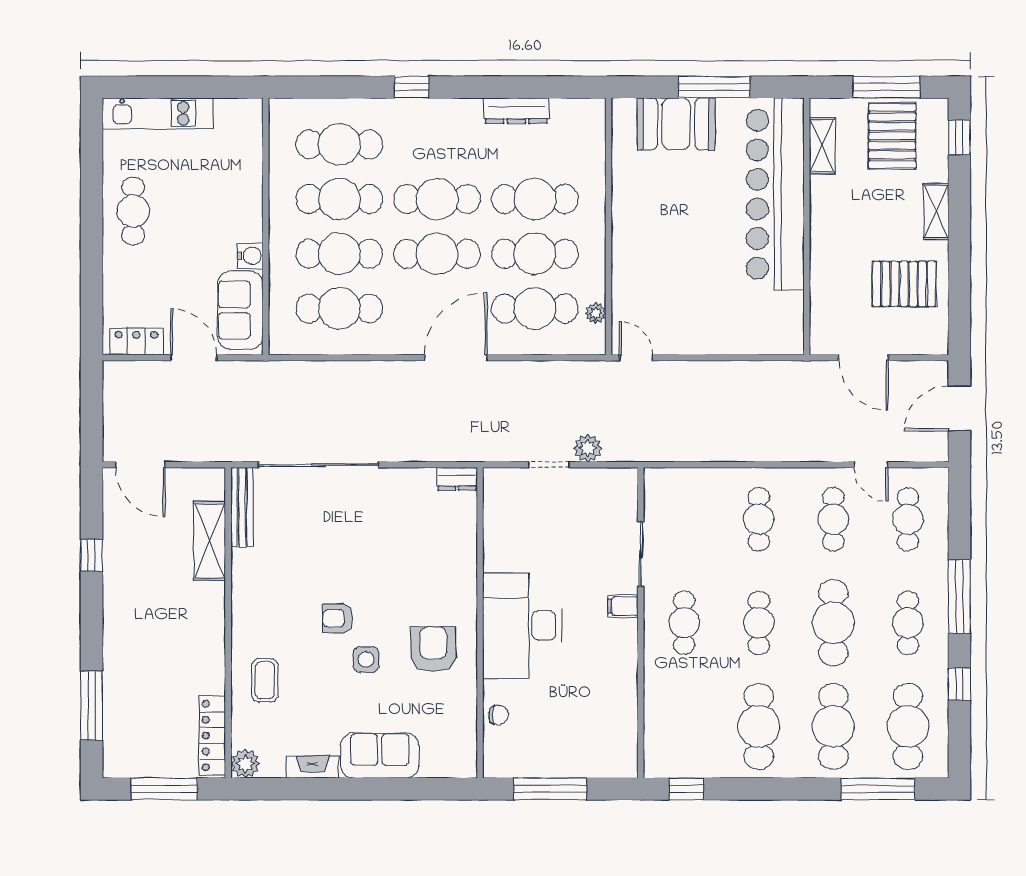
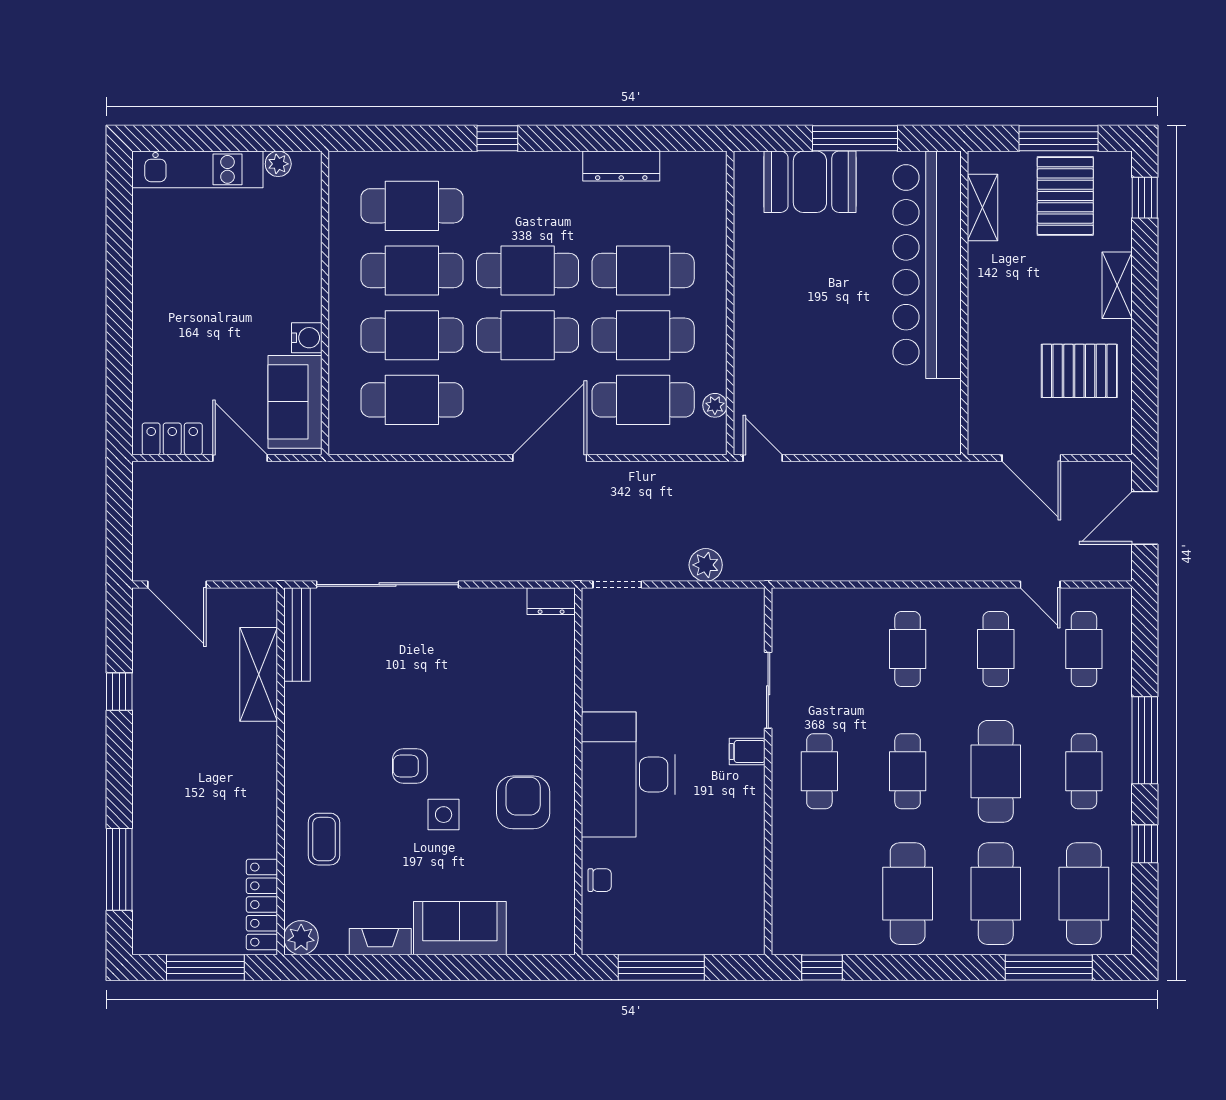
plant: (226, 109) -> (278, 164), added
cafe table: (133, 211) -> (169, 285), removed
doorway: (549, 465) -> (617, 585), moved

